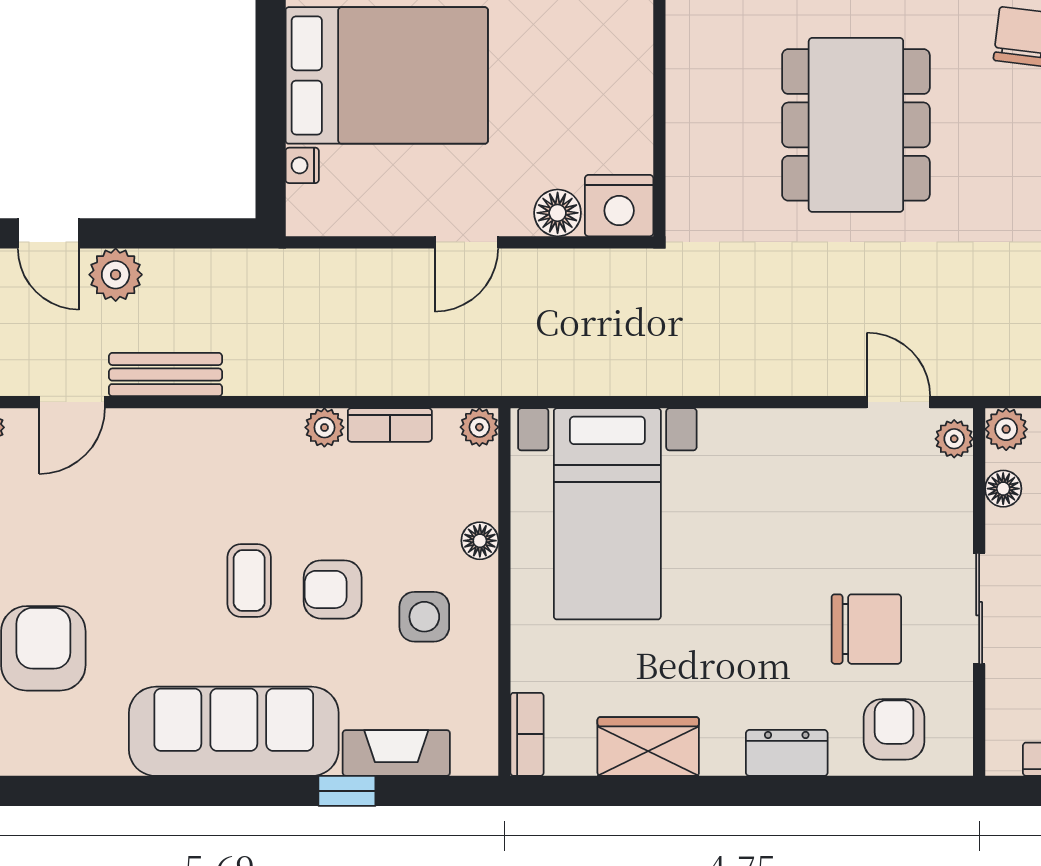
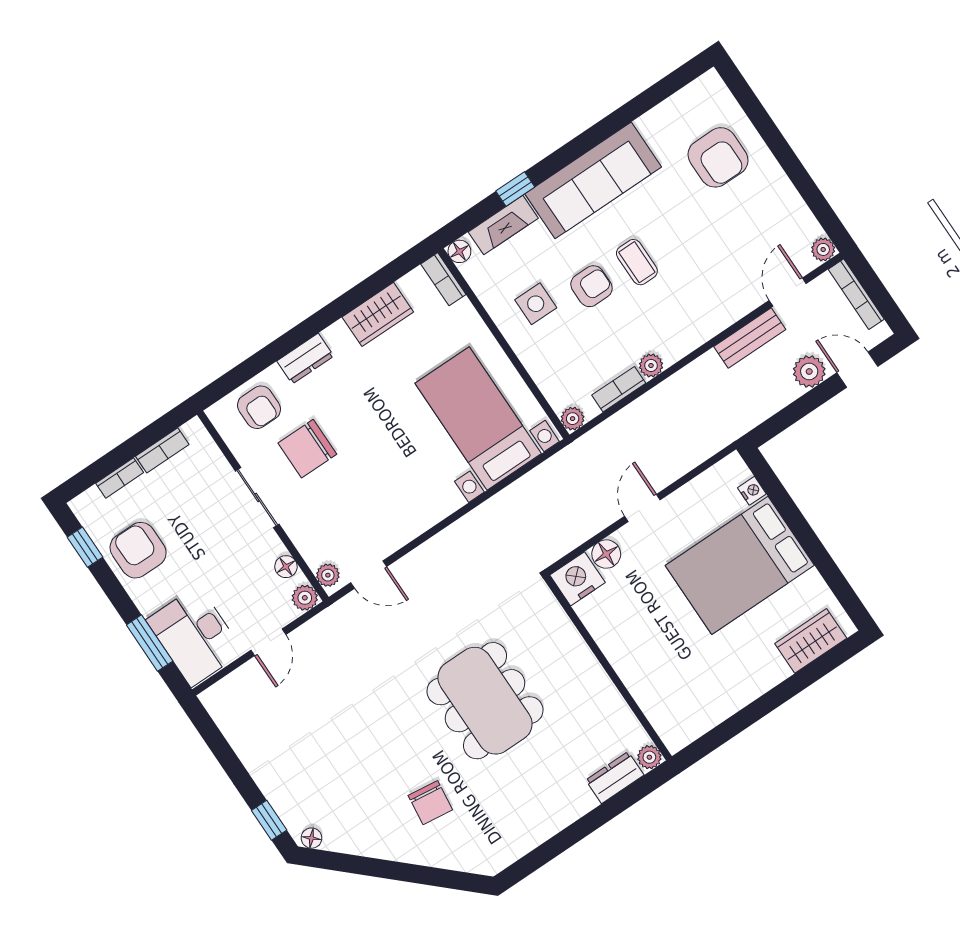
floor lamp: (480, 541) -> (459, 251), moved

